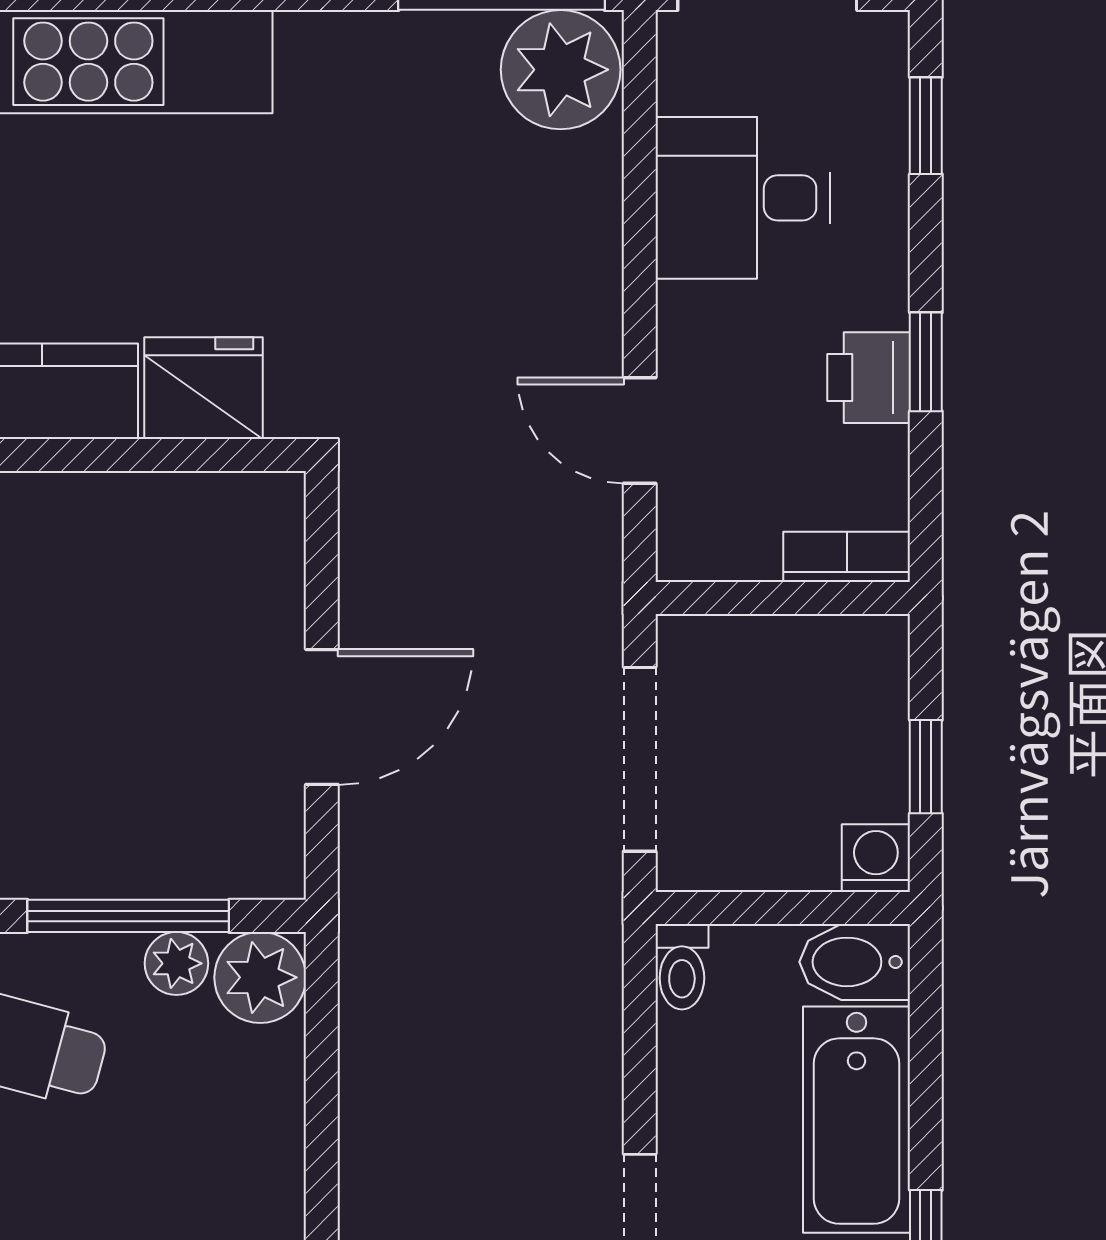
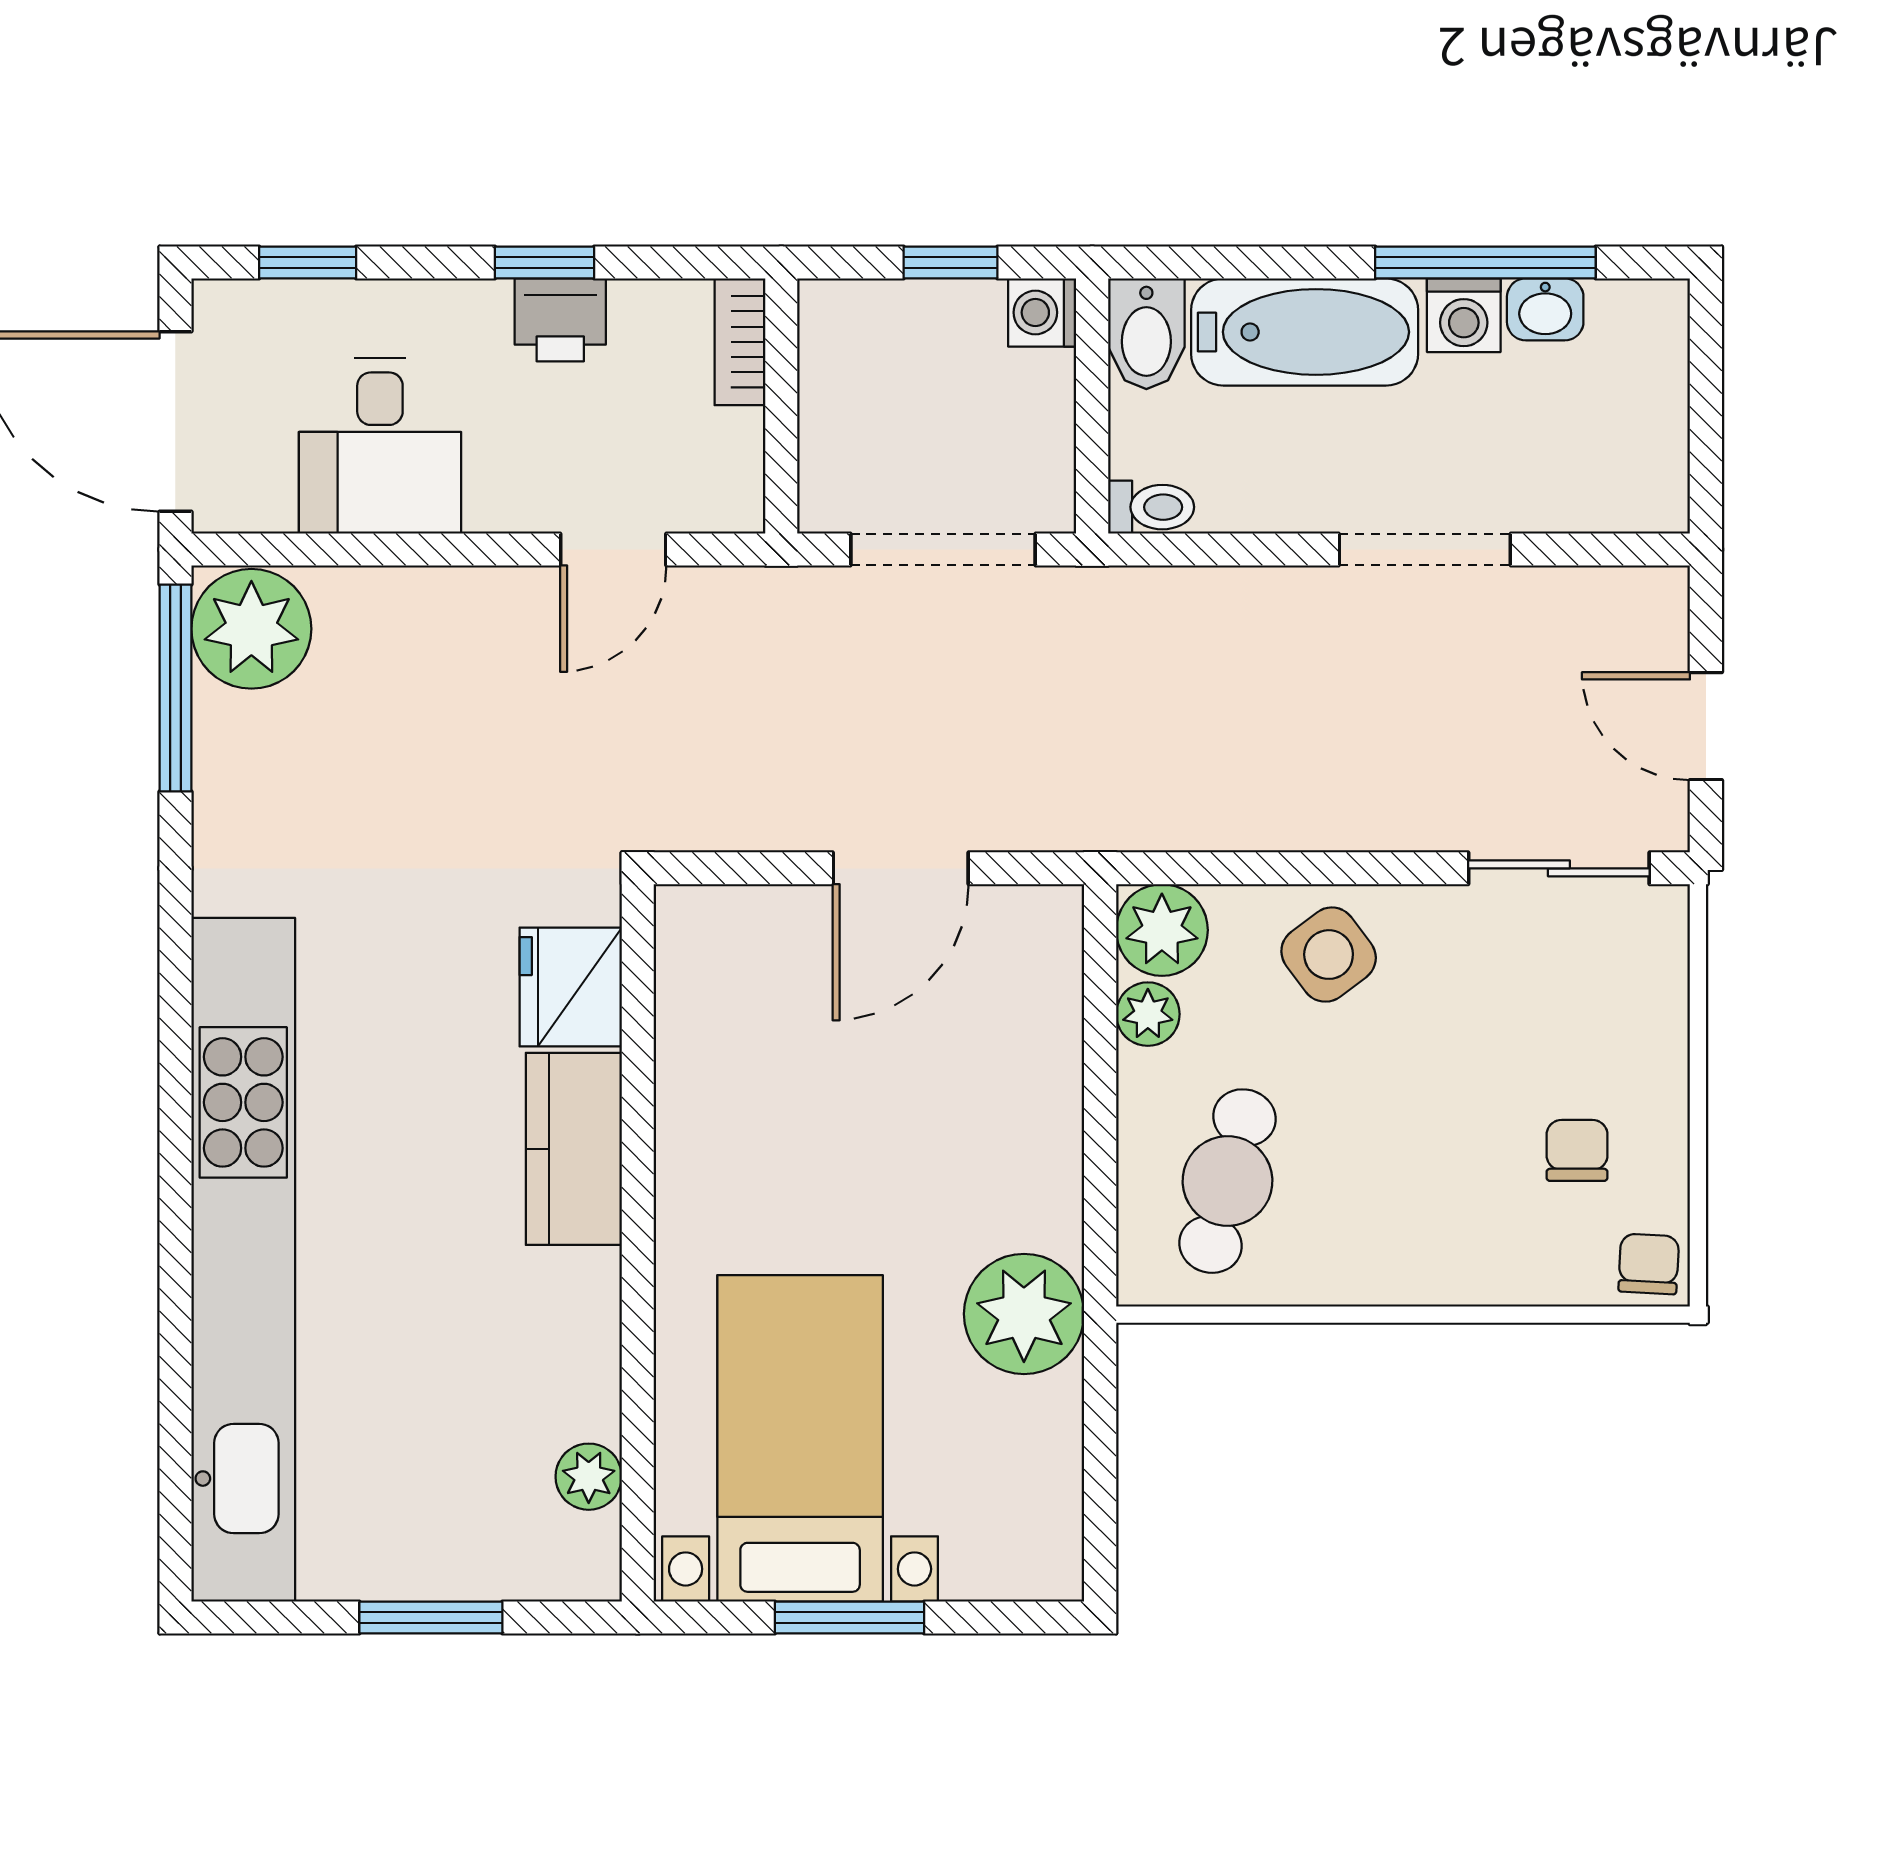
door: (322, 717) -> (901, 868), swing flipped
window: (128, 916) -> (1100, 1063), removed
side table: (236, 1144) -> (1329, 955), added

